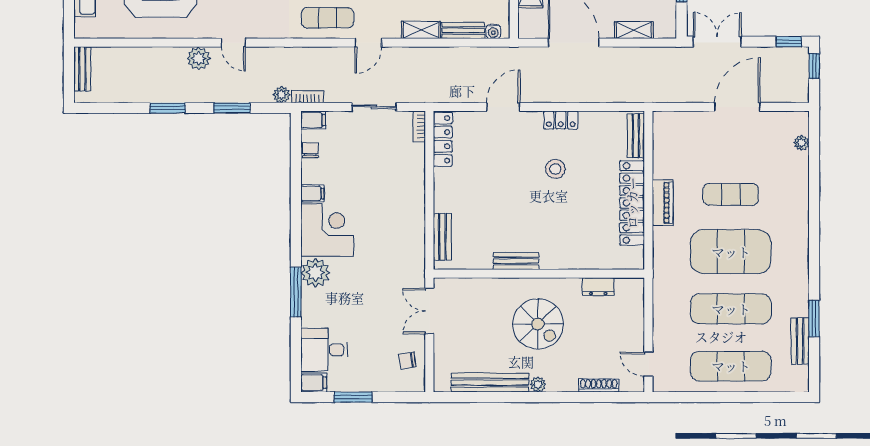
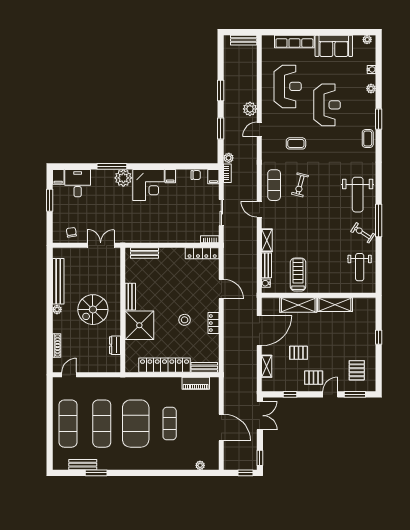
piano: (663, 203) -> (196, 383), moved
shower: (565, 245) -> (139, 325), added

